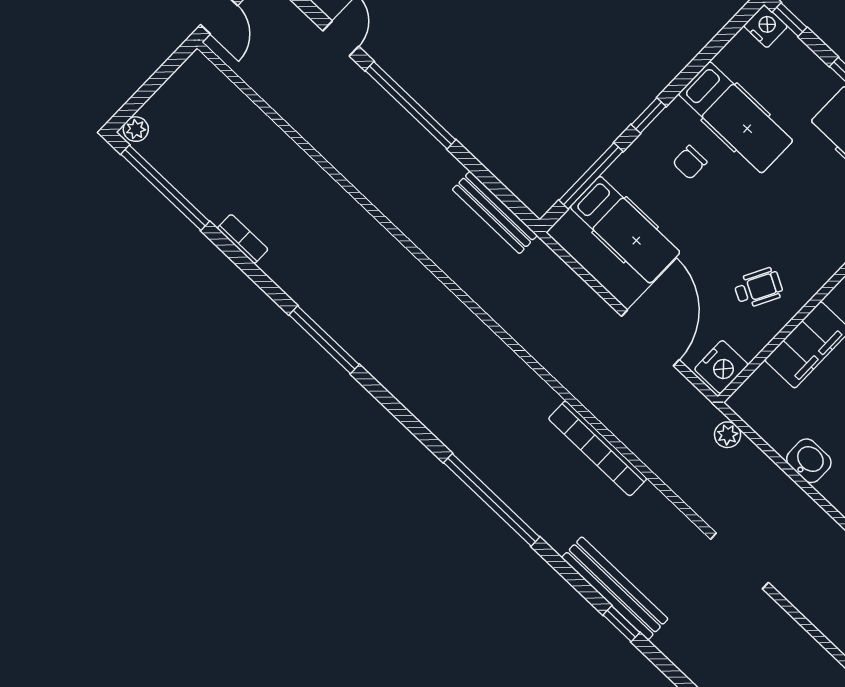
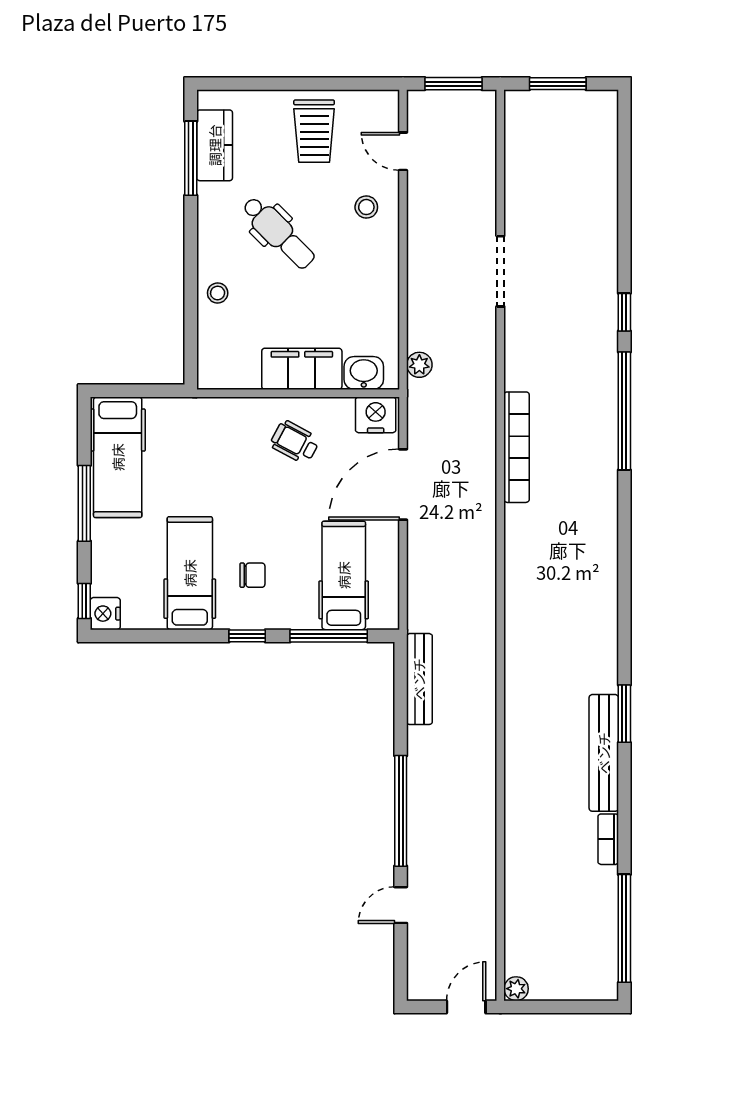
plant: (136, 129) -> (516, 989), moved
window: (324, 340) -> (624, 714), width x0.69
washbasin: (809, 461) -> (364, 373), moved, turned 90
window: (492, 500) -> (624, 411), moved
bench: (615, 588) -> (604, 753), moved

